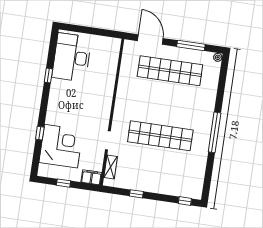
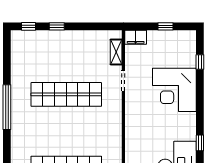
window: (40, 133) -> (200, 62), moved
corner desk: (61, 146) -> (174, 90), moved
window: (136, 194) -> (57, 26), moved

